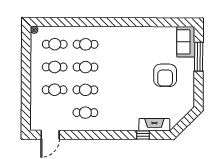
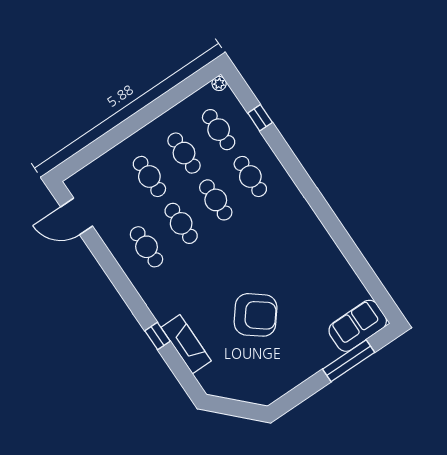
window: (62, 22) -> (260, 118), added
armchair: (165, 75) -> (256, 315), moved, turned -142
fireplace: (154, 125) -> (186, 344), moved
window: (143, 135) -> (157, 336), moved

